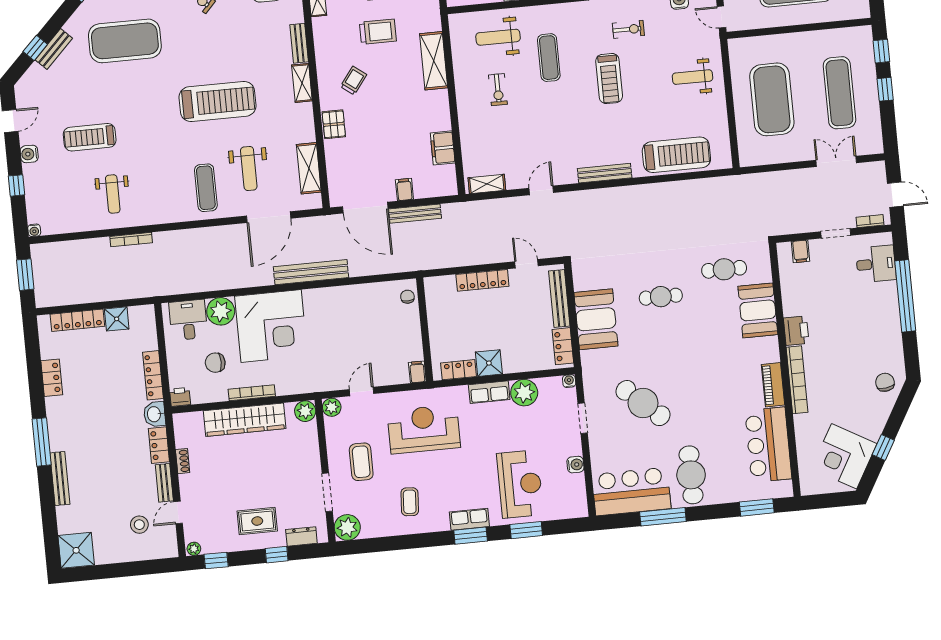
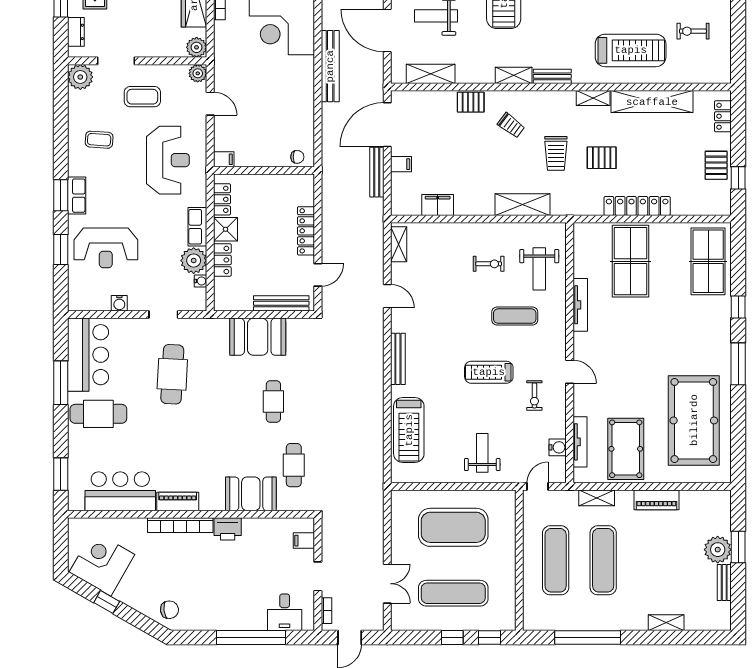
weight bench: (498, 37) -> (539, 269), turned 180
exercise bike: (498, 90) -> (489, 264), turned 180
locker: (563, 346) -> (222, 260), moved, turned 90
water cooler: (569, 381) -> (201, 281), moved
cafe table: (643, 403) -> (172, 374), turned -39

